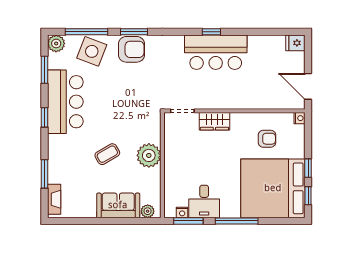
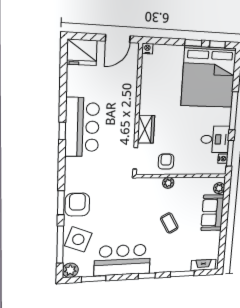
fridge: (295, 43) -> (82, 52), width x1.88, depth x1.34
window: (45, 117) -> (147, 276), moved
armchair: (267, 139) -> (166, 161), moved
plant: (149, 155) -> (168, 183), width x0.53, depth x0.53

